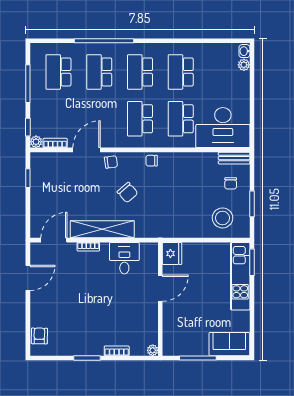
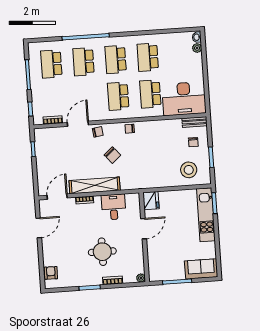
plant: (36, 142) -> (38, 120), removed
round table: (106, 314) -> (102, 252), added

